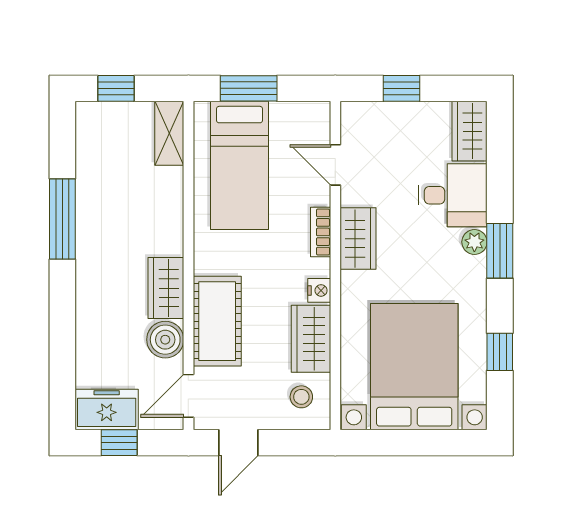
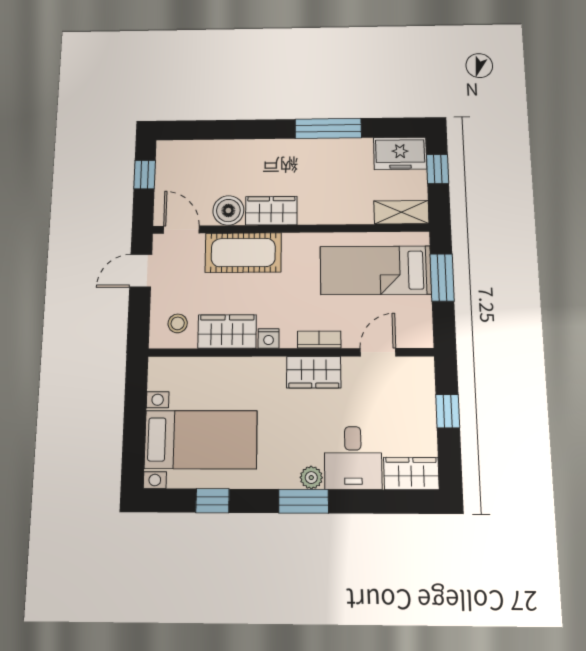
bed with nightstands: (414, 367) -> (201, 440), width x0.73
freezer: (107, 410) -> (400, 153), moved, turned 90
door: (238, 443) -> (141, 271), hinge flipped

